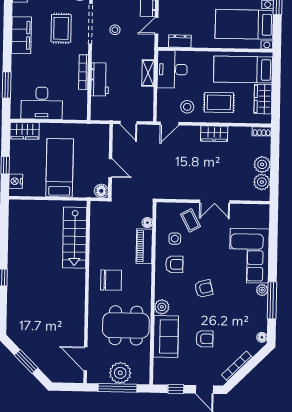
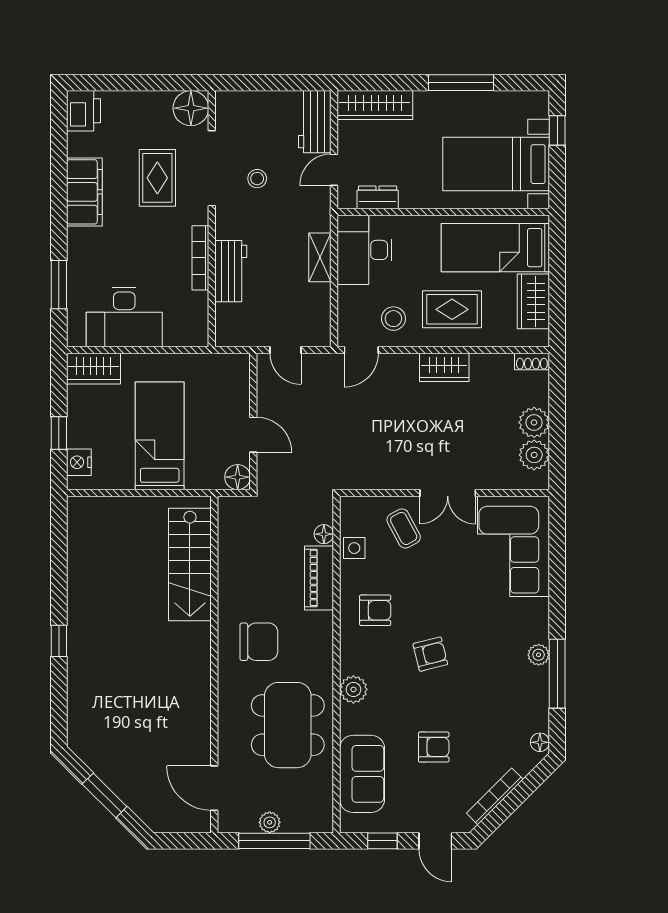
side table: (175, 239) -> (354, 548), moved
corner sofa: (249, 256) -> (513, 546), moved
dining table: (126, 325) -> (288, 725), turned 90
sofa: (166, 336) -> (362, 774), moved
plant: (120, 373) -> (270, 822), width x0.53, depth x0.53

